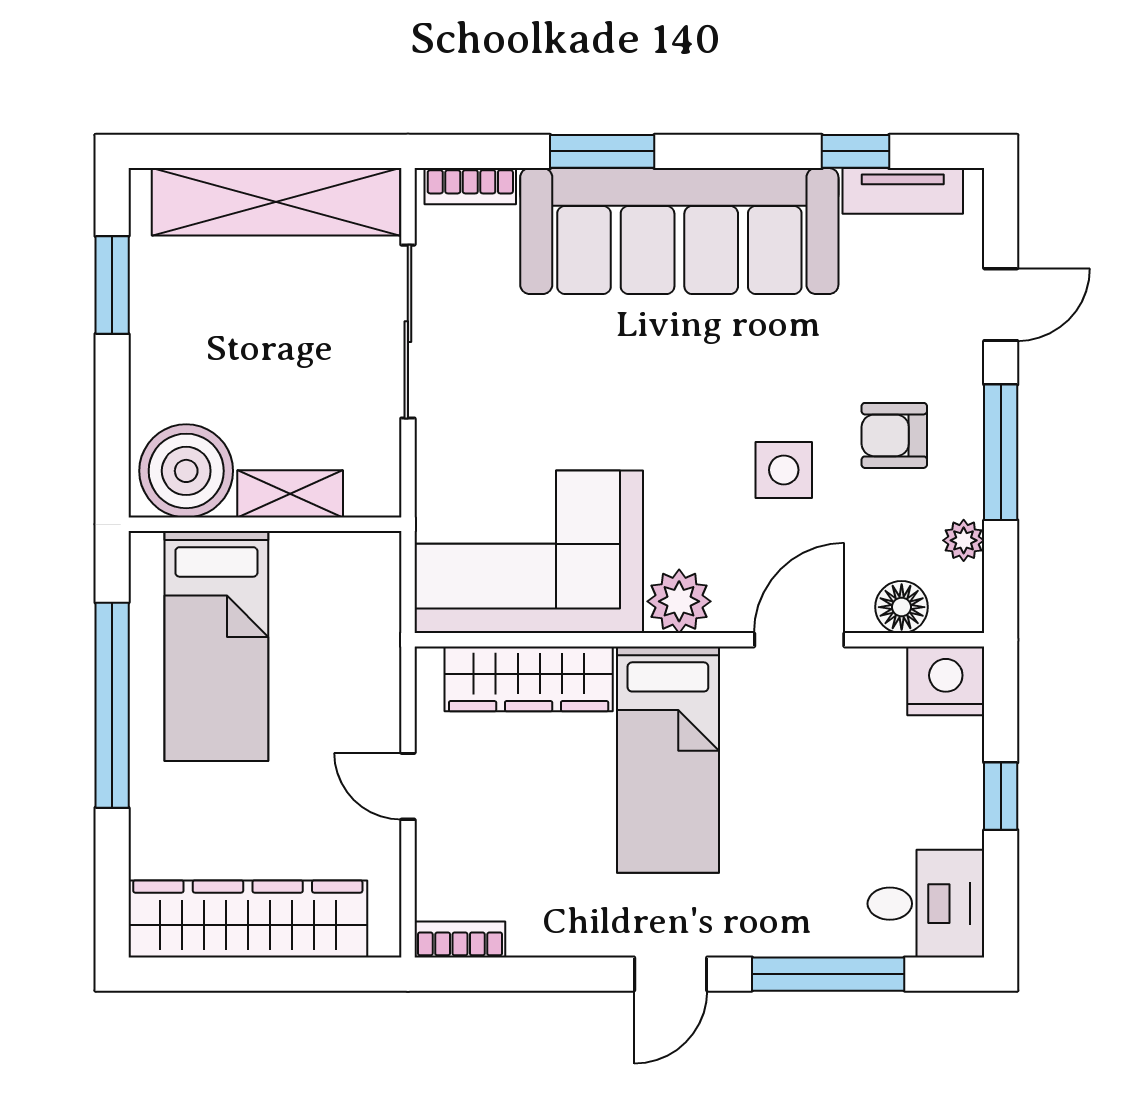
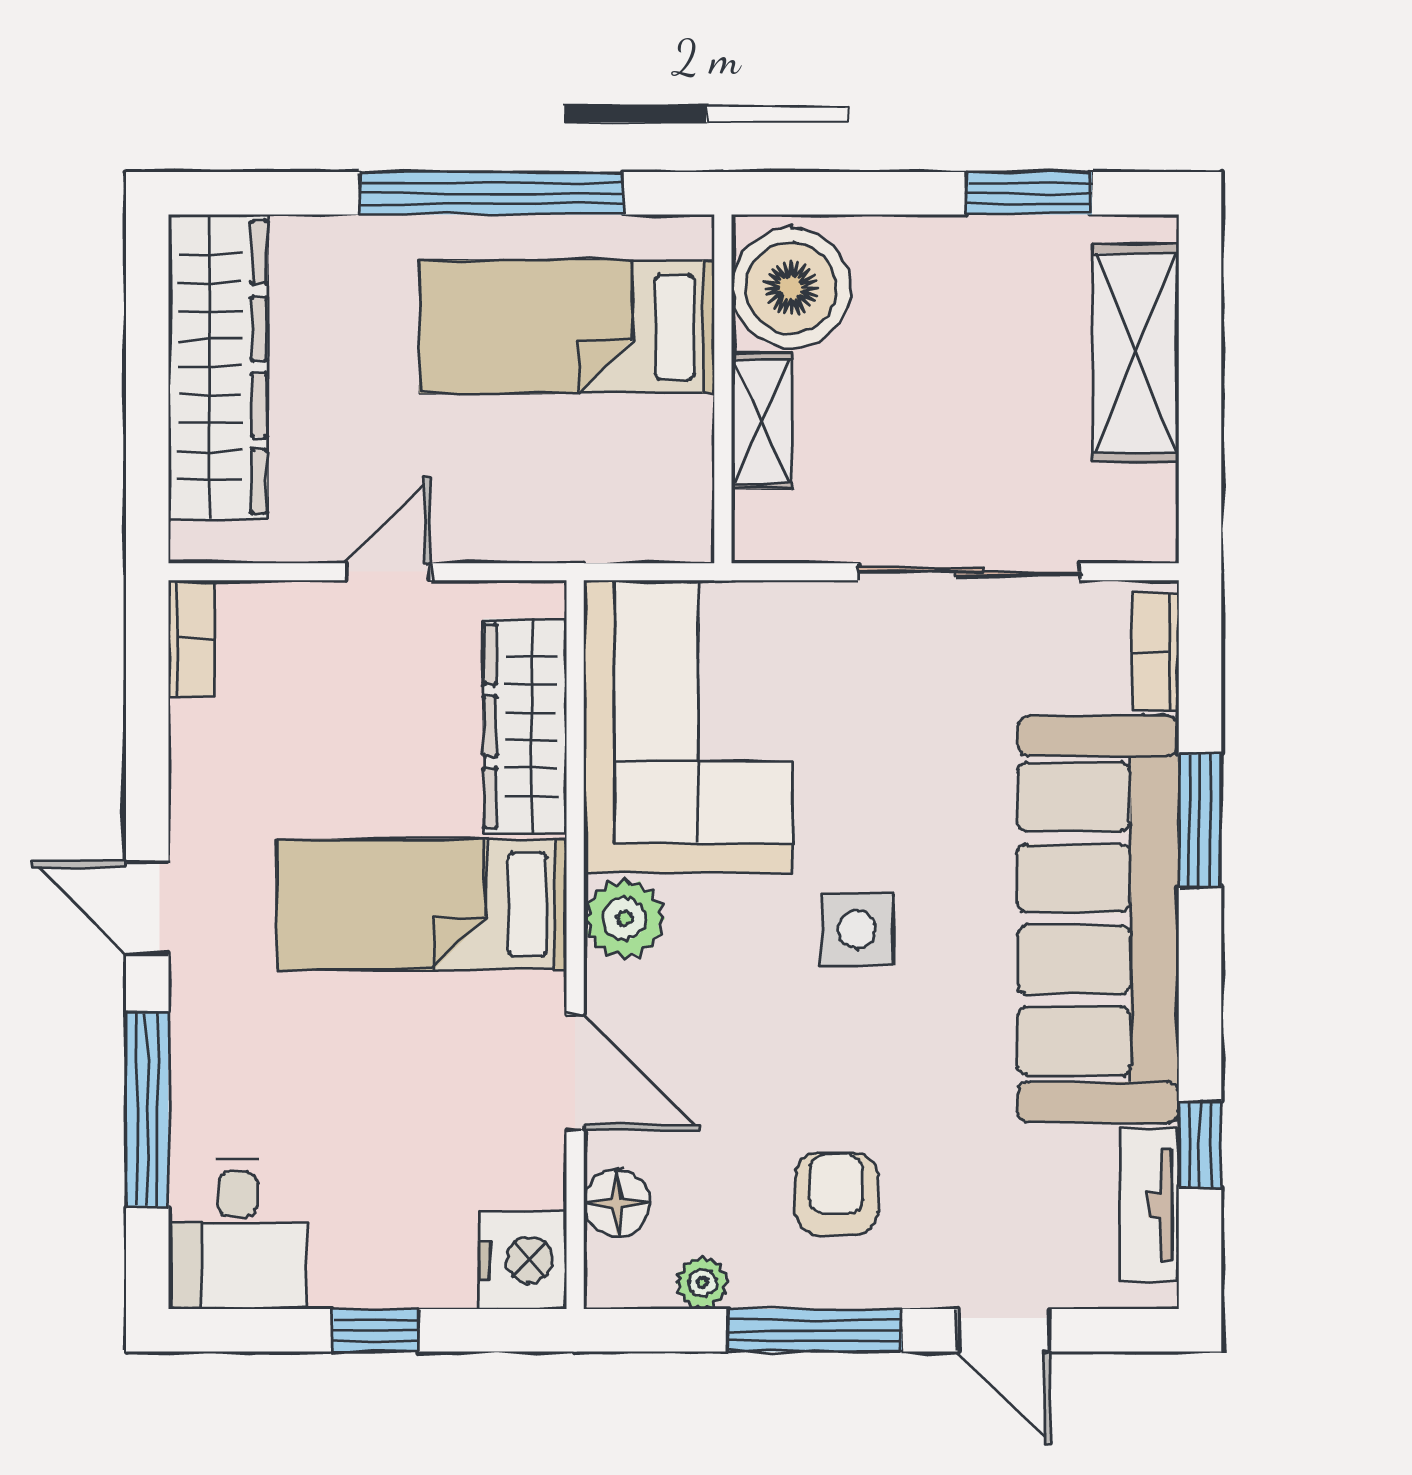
shelving: (276, 202) -> (1135, 352), width x0.68
side table: (784, 470) -> (857, 930), moved

